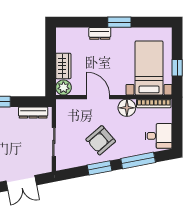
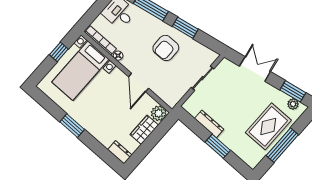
dresser: (100, 33) -> (120, 152), moved
floor lamp: (127, 108) -> (118, 56), width x0.53, depth x0.53
dresser: (33, 113) -> (209, 124), moved
armchair: (101, 140) -> (166, 48), turned 131

